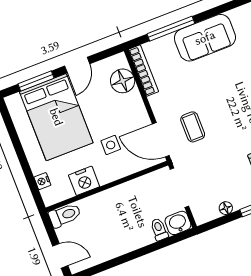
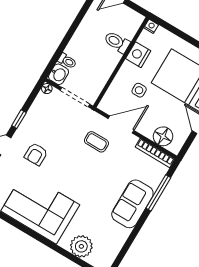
door: (161, 140) -> (121, 125), moved
nightstand: (42, 181) -> (151, 26), moved
floor lamp: (226, 208) -> (47, 89), moved
toilet: (65, 215) -> (117, 42), moved, turned 90

